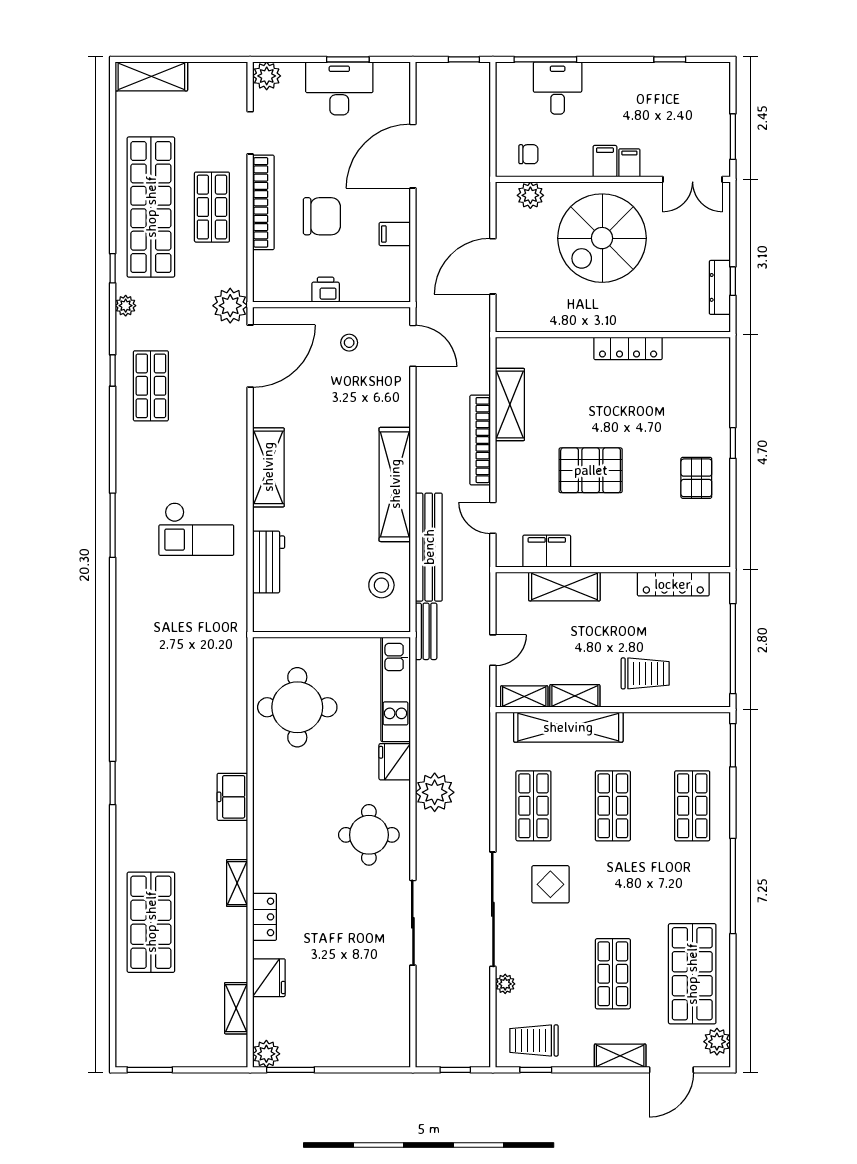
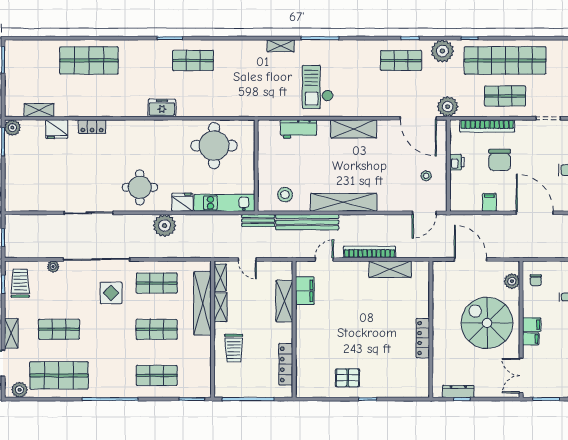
bookcase: (263, 202) -> (487, 126), moved
plant: (126, 306) -> (442, 51), width x1.87, depth x1.87
pallet: (591, 470) -> (352, 316), removed
shop shelf: (151, 743) -> (193, 60), added
shelving: (237, 883) -> (281, 46), moved

